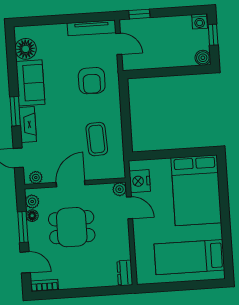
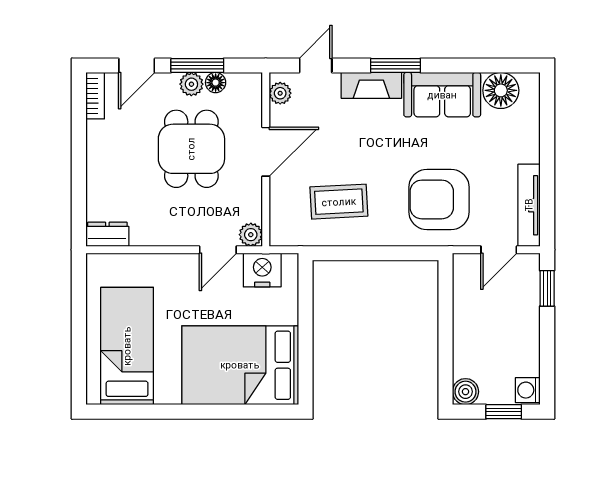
armchair: (92, 81) -> (439, 199), width x1.36, depth x1.36
door: (71, 184) -> (266, 152), hinge flipped
plant: (32, 202) -> (191, 84), moved

